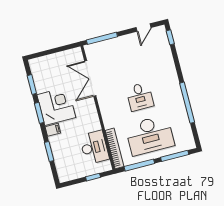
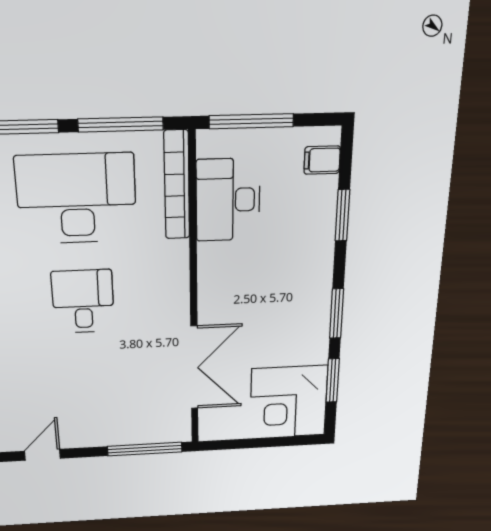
corner desk: (56, 106) -> (289, 402), moved
filing cabinet: (53, 130) -> (322, 160), moved
window: (93, 177) -> (251, 121), width x2.17

